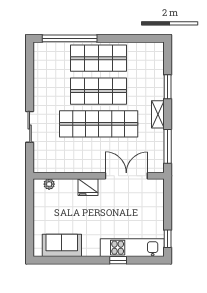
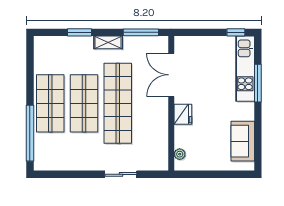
window: (118, 260) -> (258, 83), width x2.17

